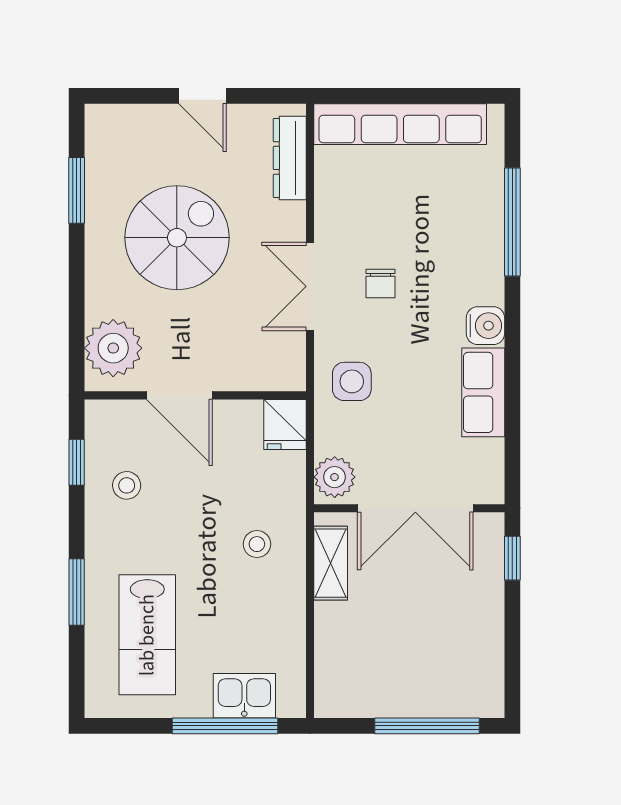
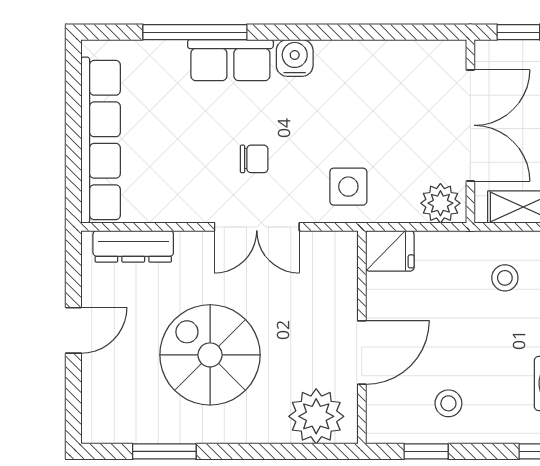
row of seats: (483, 392) -> (230, 60), moved

